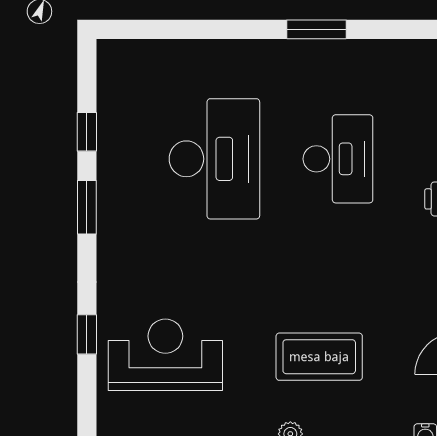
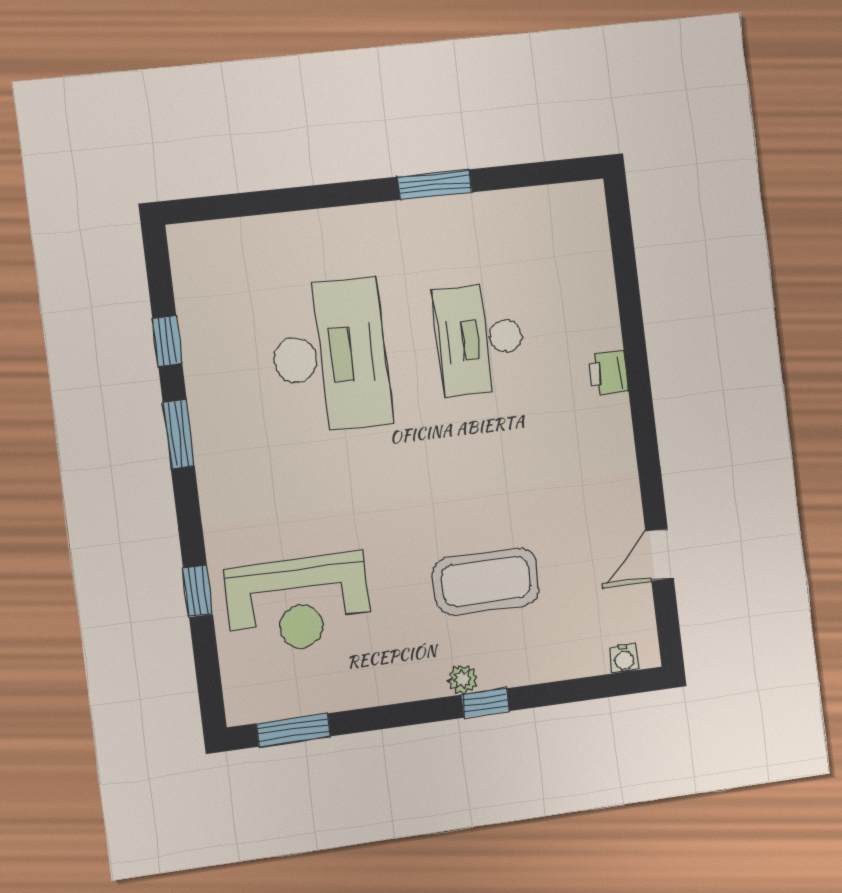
desk: (338, 159) -> (480, 339), turned 180
reception desk: (165, 355) -> (299, 604), turned 180

